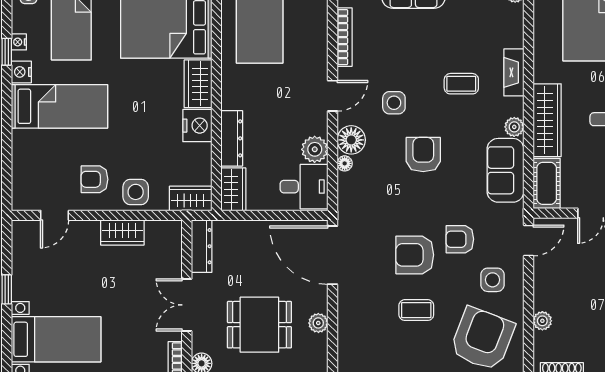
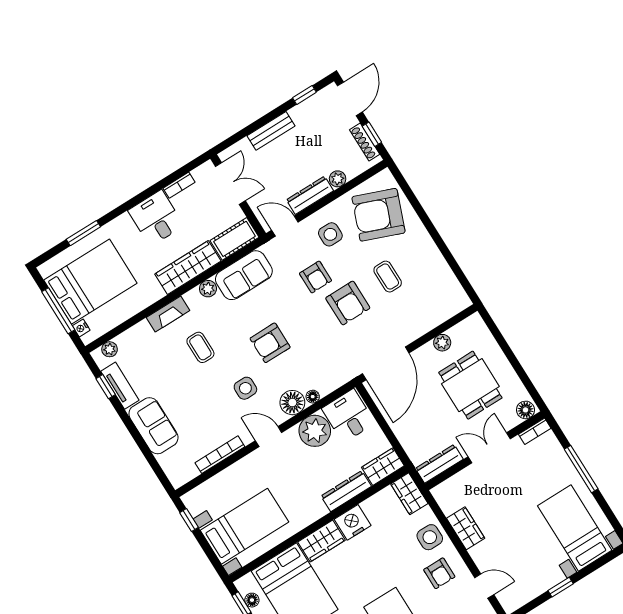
plant: (315, 149) -> (315, 431), width x1.36, depth x1.36
dresser: (543, 284) -> (310, 195), added
double door: (187, 305) -> (489, 448), swing flipped

